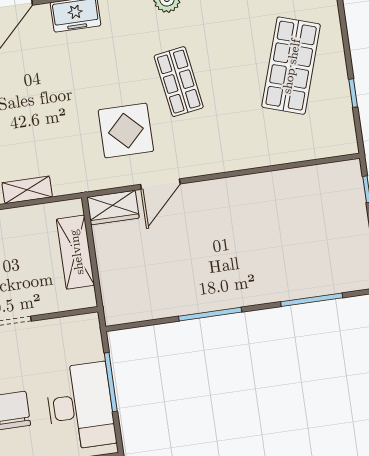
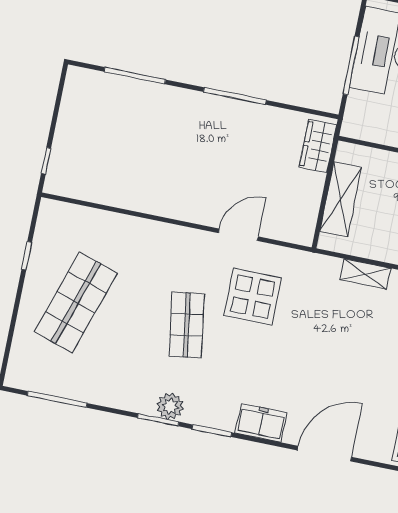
wardrobe: (113, 208) -> (318, 146), moved, turned -90

